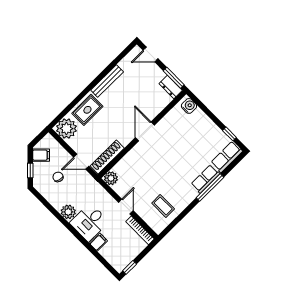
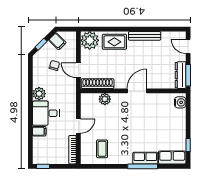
dresser: (171, 87) -> (181, 75), width x1.44
plant: (111, 178) -> (105, 99), moved

